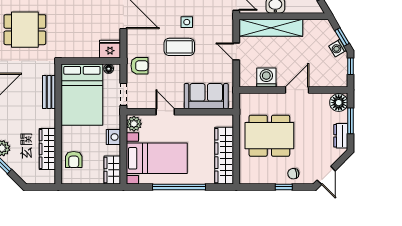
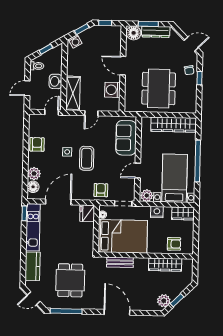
shelving: (271, 28) -> (73, 93), width x0.68
washing machine: (338, 48) -> (75, 41), moved
dresser: (341, 136) -> (156, 32), width x1.44

